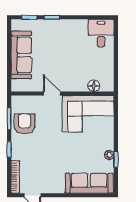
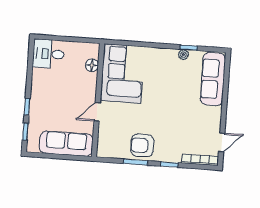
floor lamp: (94, 86) -> (92, 65), moved
door: (52, 94) -> (97, 112), moved
wall: (63, 94) -> (98, 100), moved
corner sofa: (88, 114) -> (122, 74), moved

